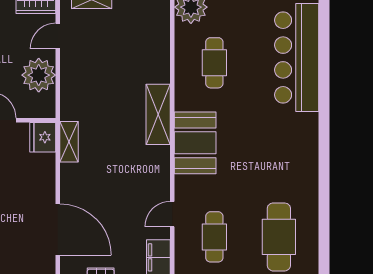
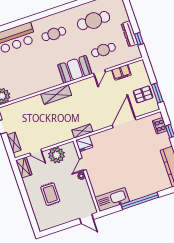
cafe table: (214, 63) -> (54, 34), moved
booth: (195, 143) -> (75, 69), moved
door: (172, 214) -> (100, 73), hinge flipped

